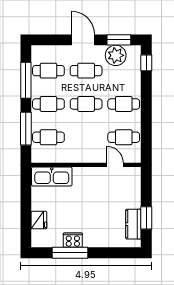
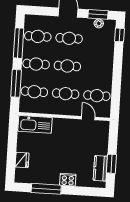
plant: (116, 55) -> (99, 23), width x0.53, depth x0.53
cafe table: (124, 104) -> (66, 94), moved
cooker: (73, 240) -> (68, 180), moved

